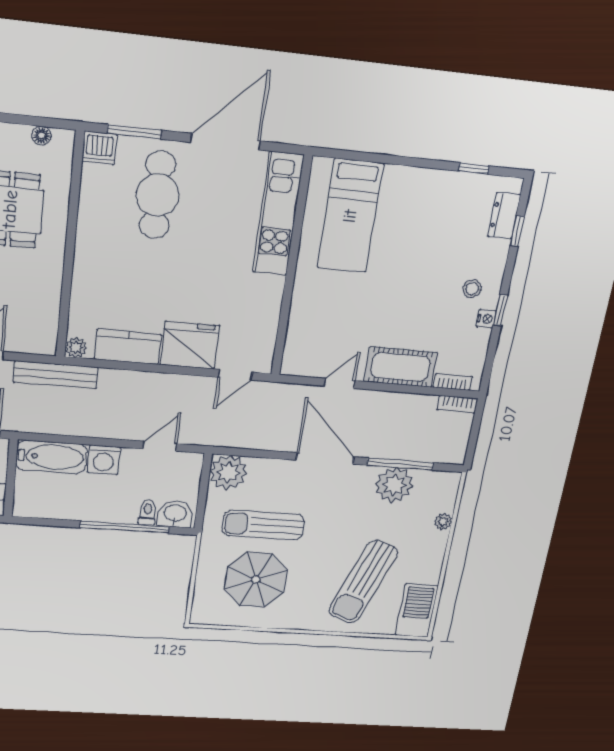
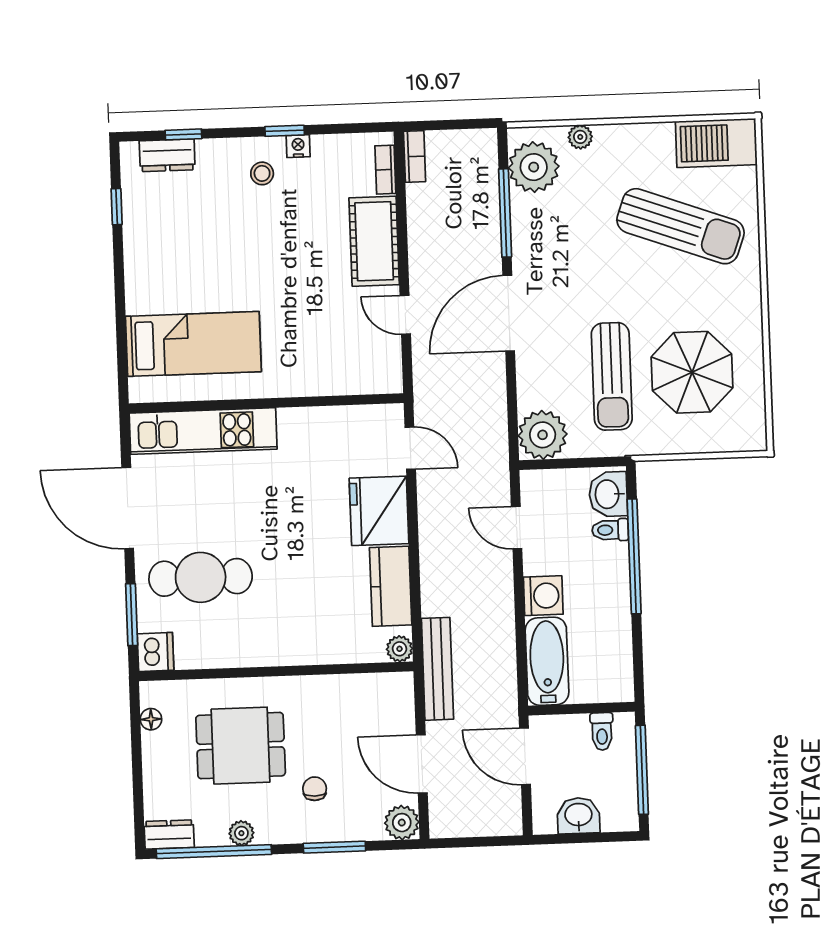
plant: (394, 485) -> (534, 167), moved

